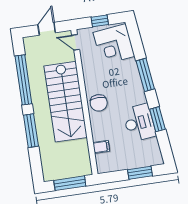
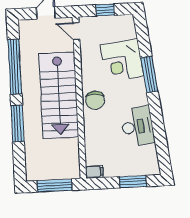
corner desk: (114, 44) -> (122, 61), moved
window: (157, 119) -> (158, 125), removed
filing cabinet: (101, 147) -> (94, 172), moved

